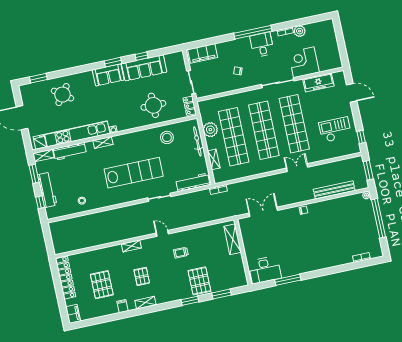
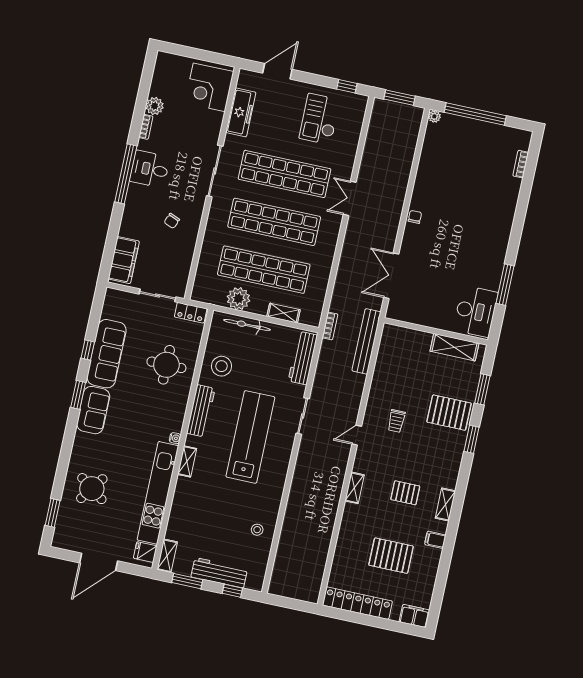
corner desk: (304, 62) -> (209, 87), moved
workbench: (70, 151) -> (201, 411), moved
bench: (334, 190) -> (366, 341), moved
shelving: (233, 239) -> (454, 347), moved

